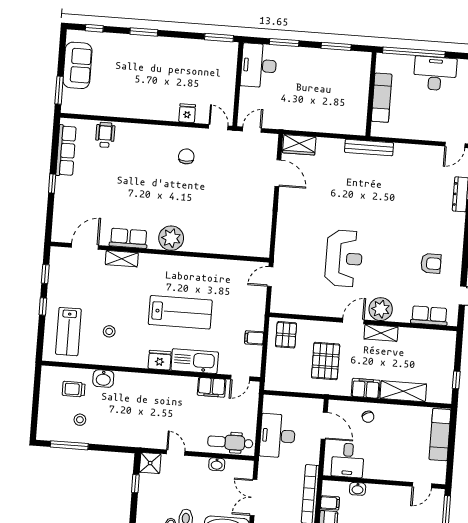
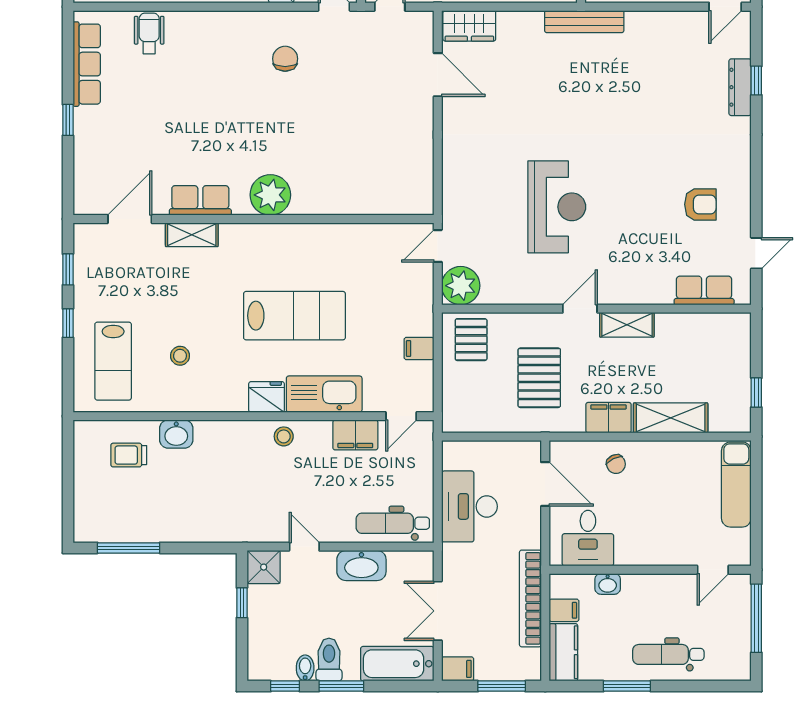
plant: (381, 309) -> (461, 286), moved
stool: (80, 420) -> (284, 436), moved
washbasin: (217, 464) -> (361, 566), width x1.91, depth x1.45

